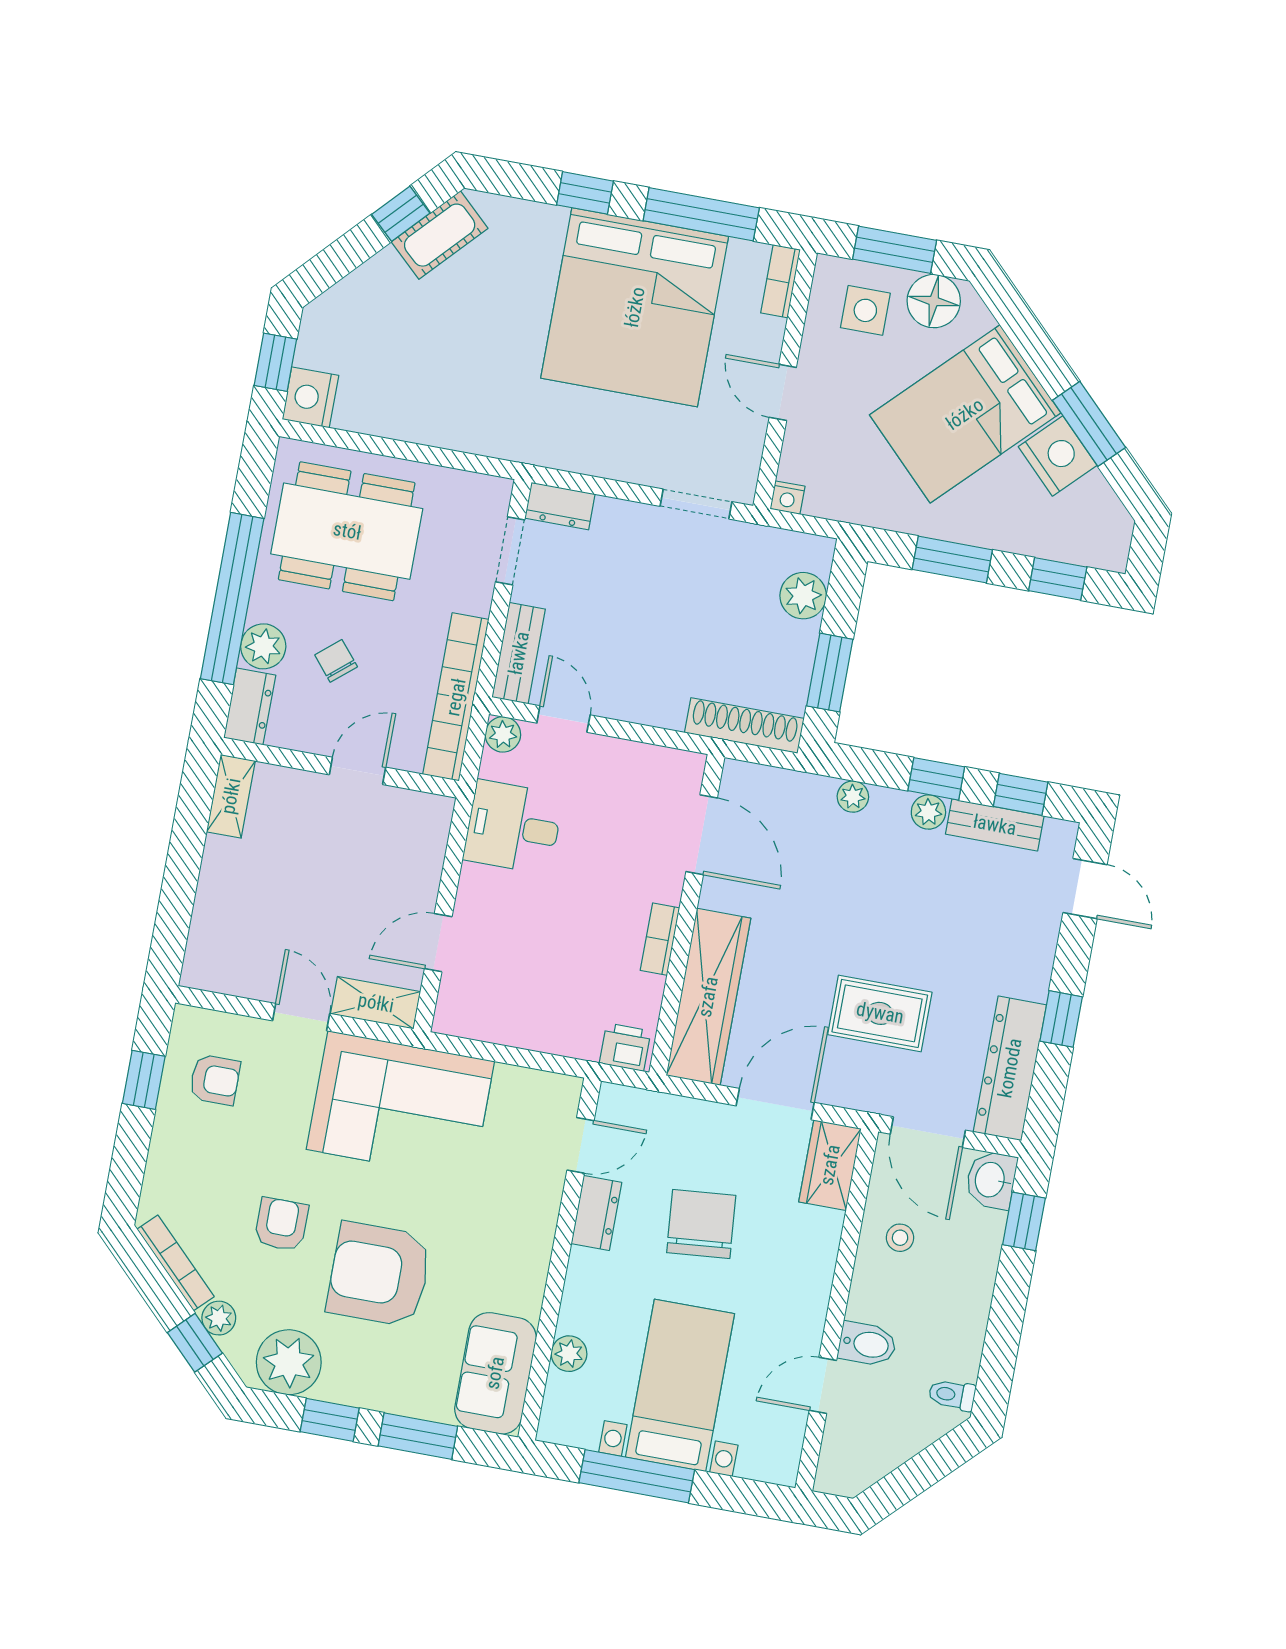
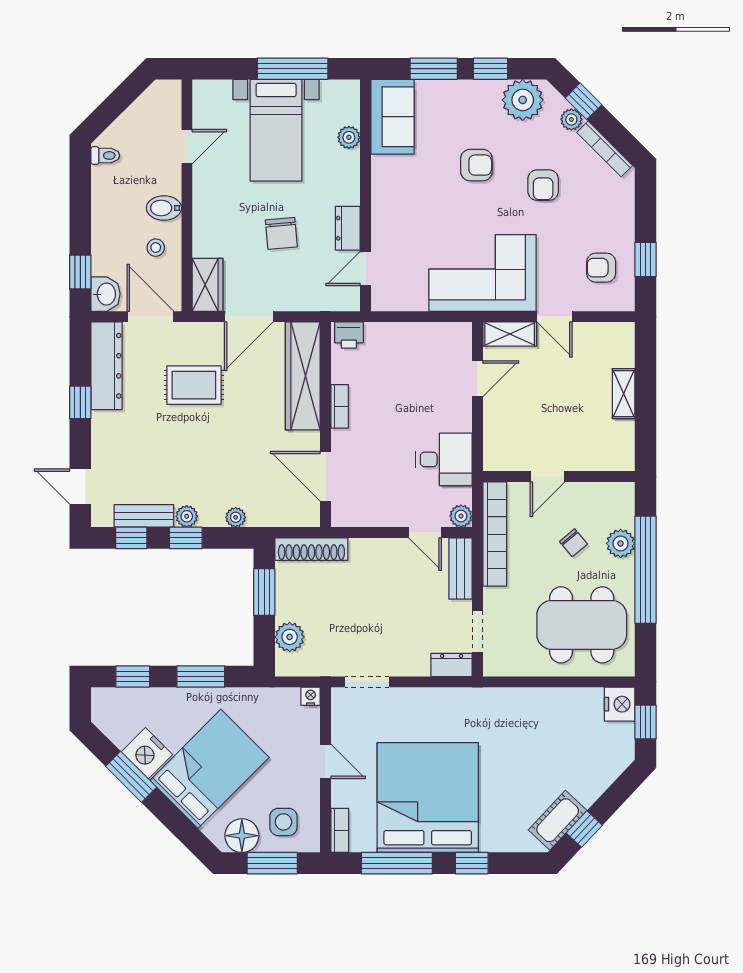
dresser: (250, 706) -> (622, 504), removed
shelving: (231, 796) -> (624, 394), moved
chair: (701, 1224) -> (281, 233), width x0.73, depth x0.73
armchair: (379, 1274) -> (476, 165), width x0.53, depth x0.53
bidet: (867, 1344) -> (164, 208), moved

